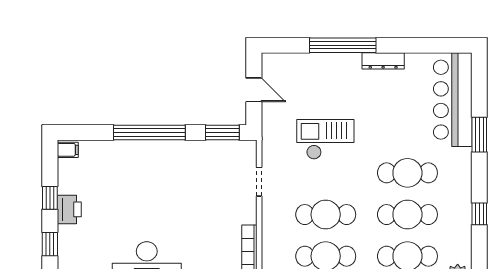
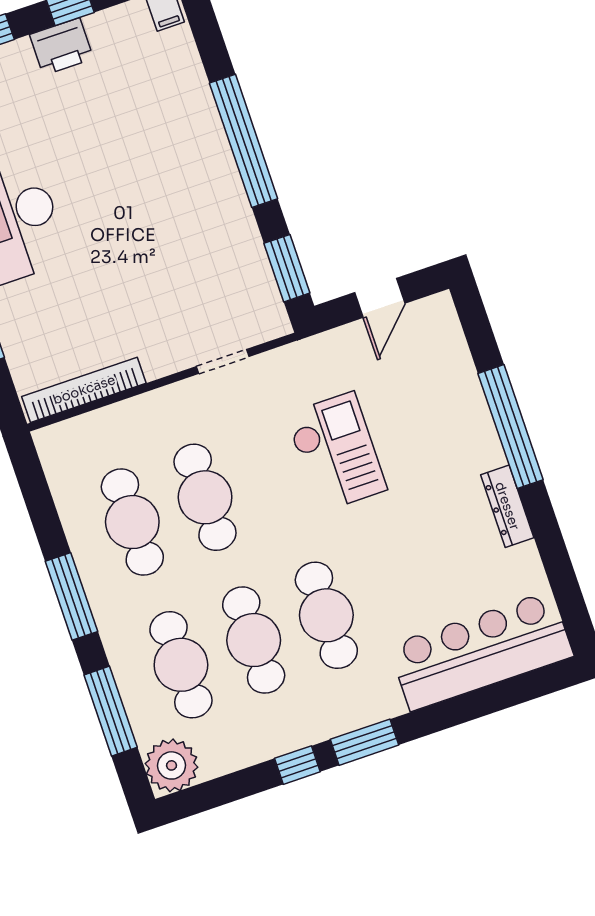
window: (479, 135) -> (364, 742), moved

